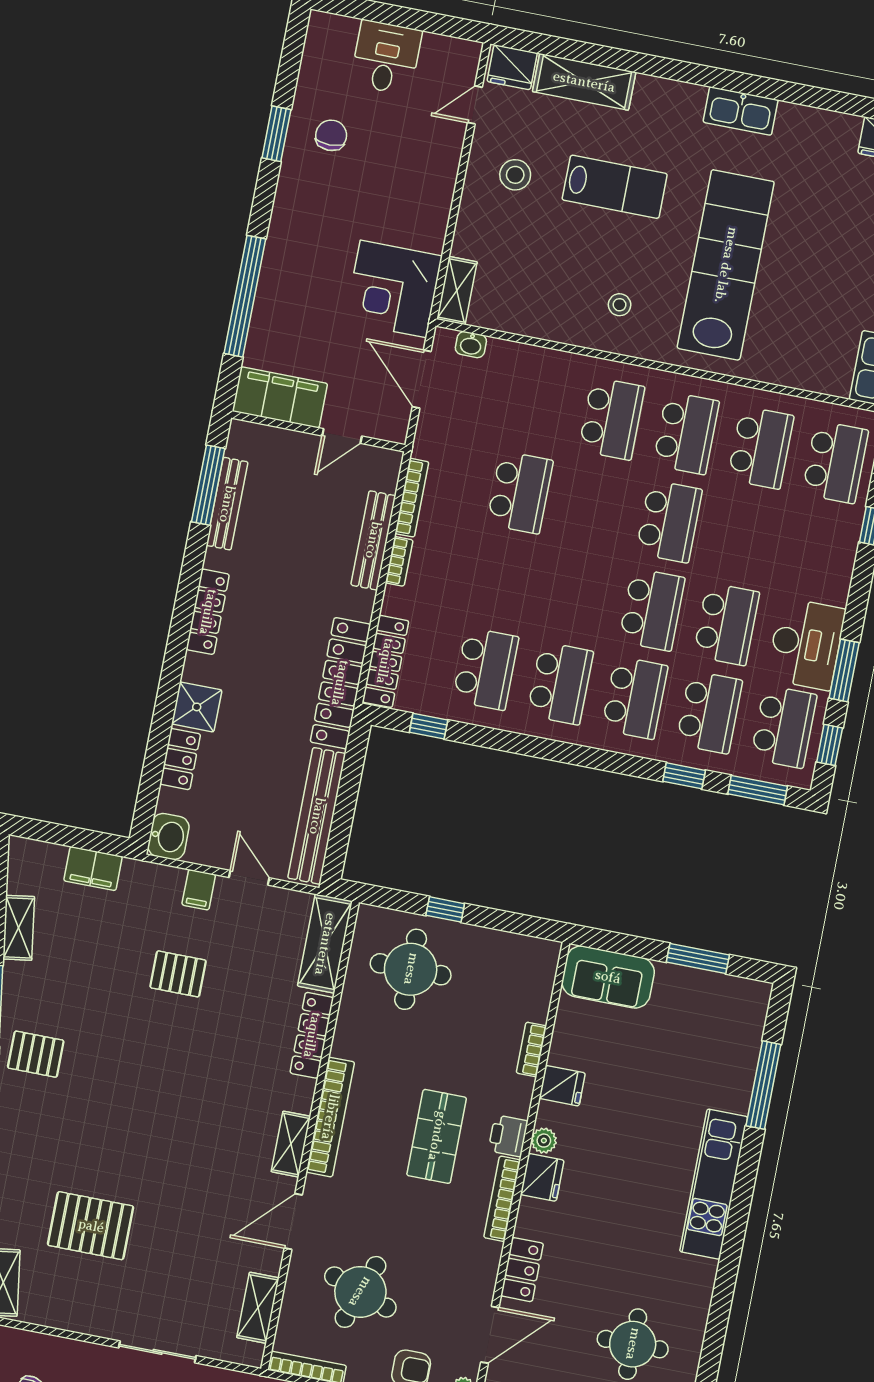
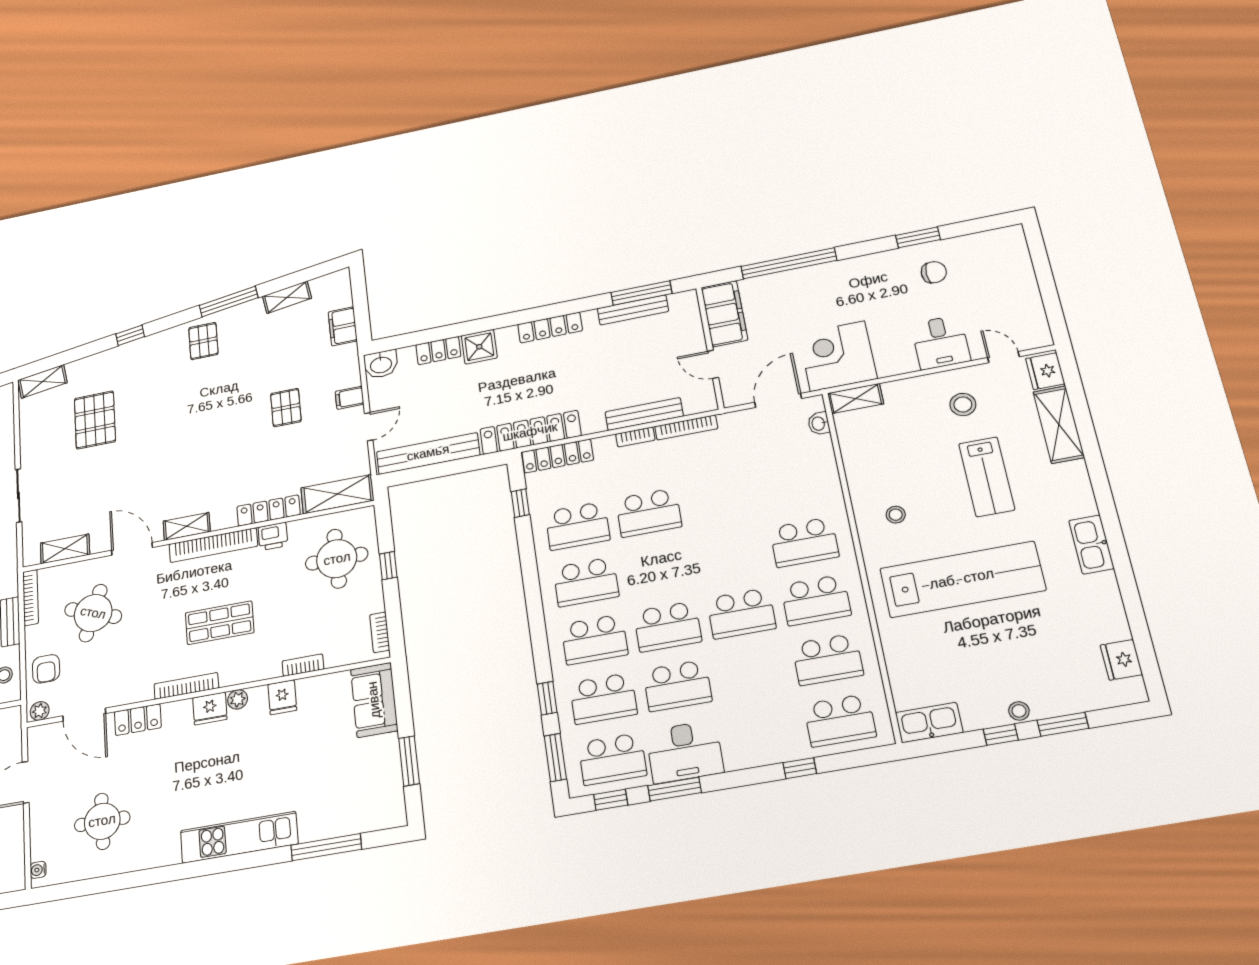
desk: (386, 57) -> (940, 342), moved, turned 90
school desk: (520, 492) -> (649, 513), moved
bookcase: (526, 945) -> (380, 632), added
printer: (508, 1136) -> (273, 536), moved, turned 180

